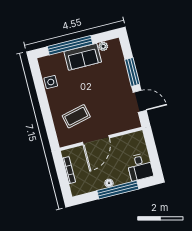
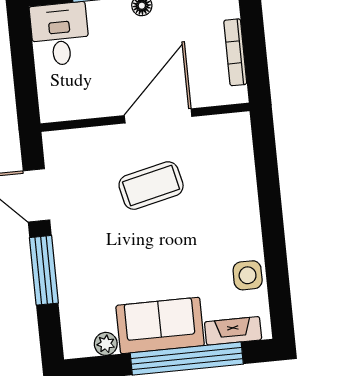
fireplace: (53, 59) -> (233, 331), added
coffee table: (76, 116) -> (151, 186), moved

